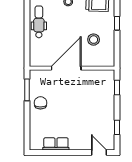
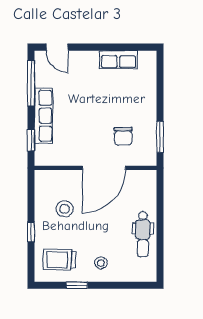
chair: (40, 103) -> (123, 136), moved
row of seats: (108, 105) -> (43, 116), added
window: (117, 127) -> (31, 83), width x2.17

